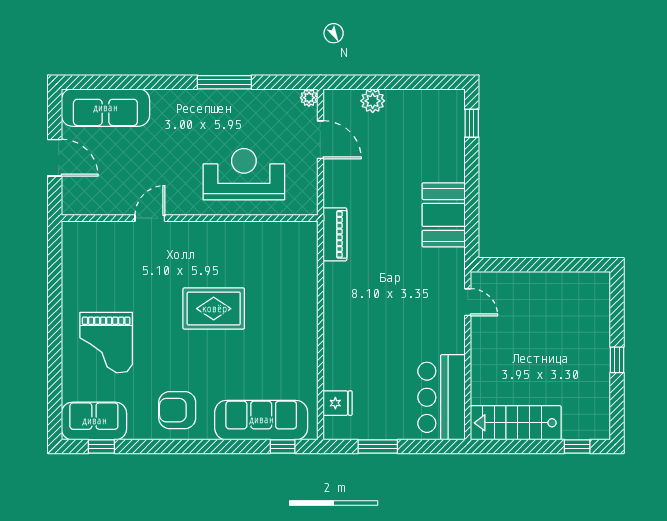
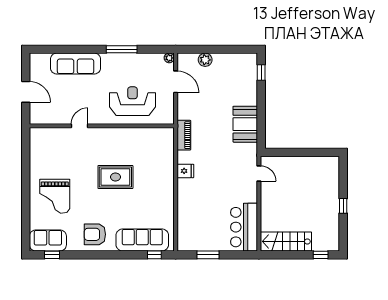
sofa: (105, 108) -> (76, 64), moved
fridge: (338, 403) -> (185, 171), moved

